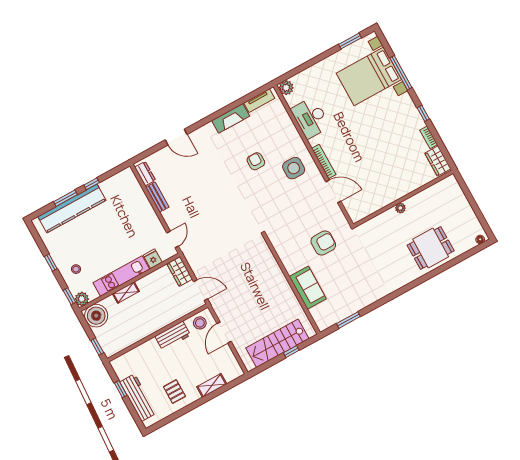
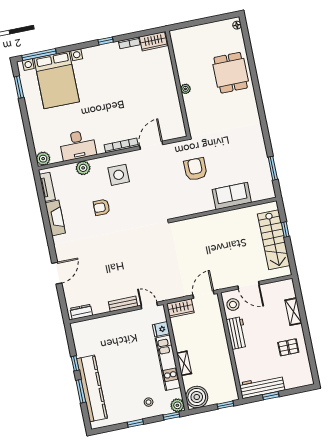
window: (401, 73) -> (39, 55), moved
plant: (289, 130) -> (83, 168), added
bench: (157, 197) -> (123, 304), moved
workbench: (138, 398) -> (262, 387), moved

